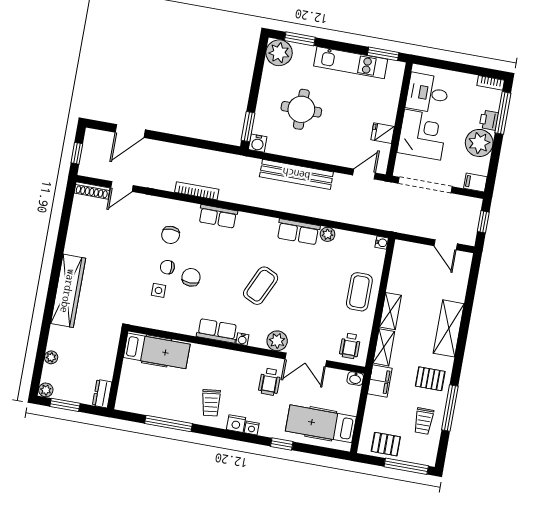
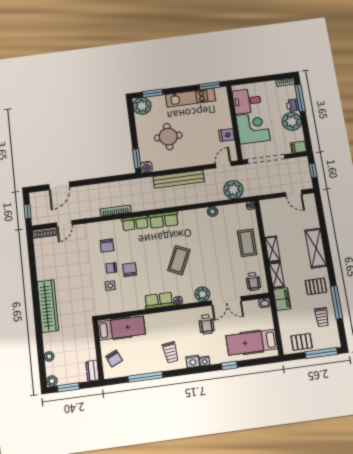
plant: (366, 213) -> (233, 190), added
row of seats: (298, 232) -> (164, 220), moved
chair: (135, 387) -> (114, 359), added

